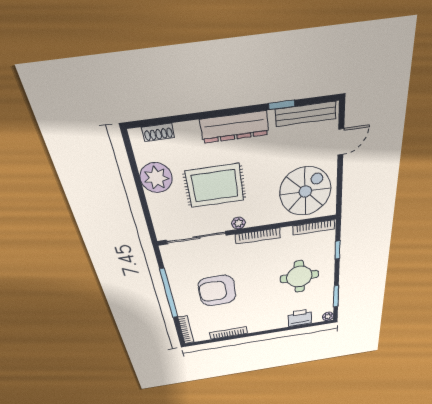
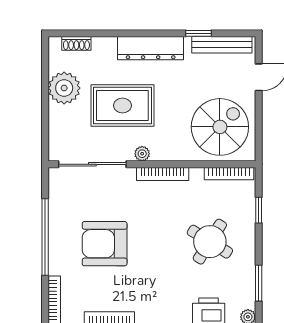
round table: (299, 277) -> (210, 242), turned 32

